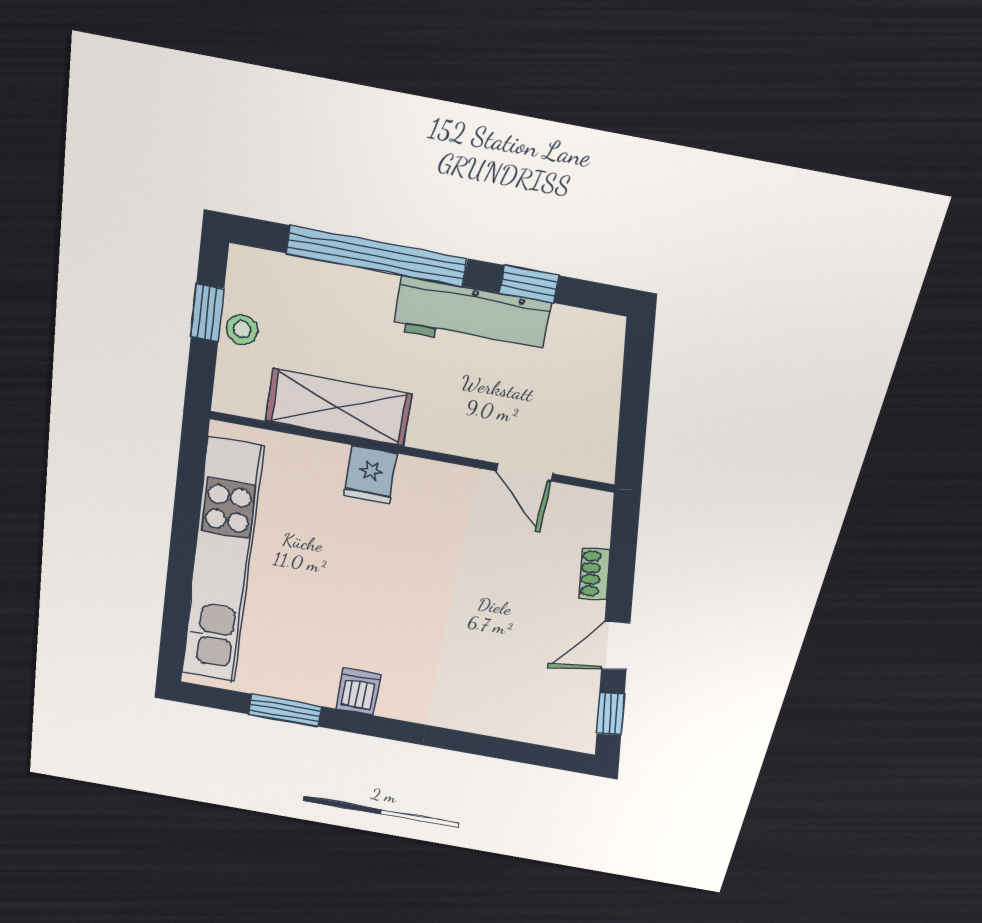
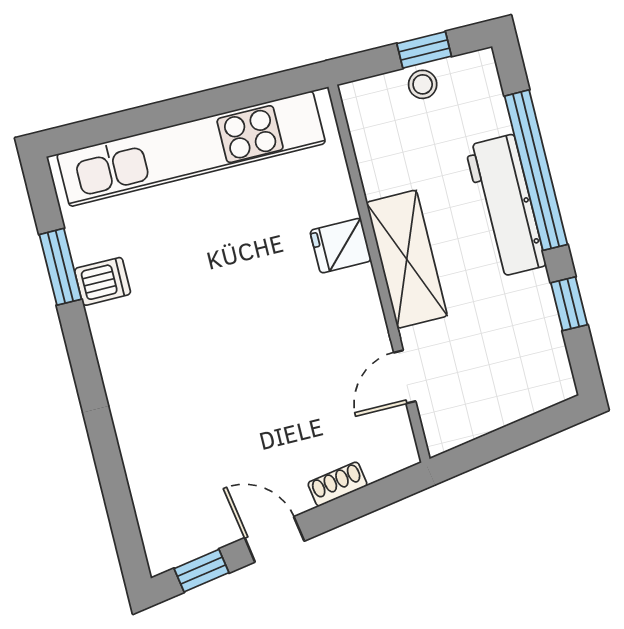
workbench: (472, 316) -> (506, 206), moved
shelving: (339, 408) -> (407, 259), moved
dishwasher: (358, 692) -> (103, 281), moved

